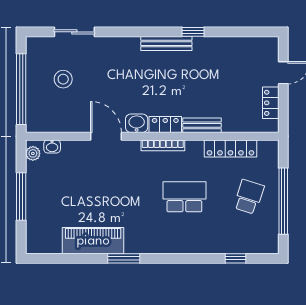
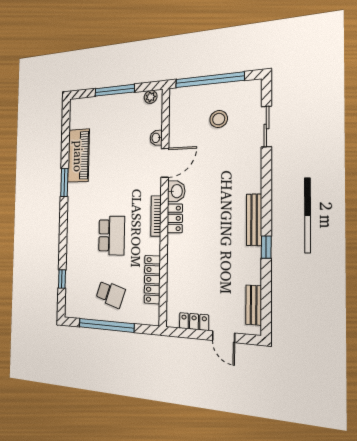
bench: (202, 125) -> (254, 305), moved
washbasin: (52, 146) -> (156, 138), moved

